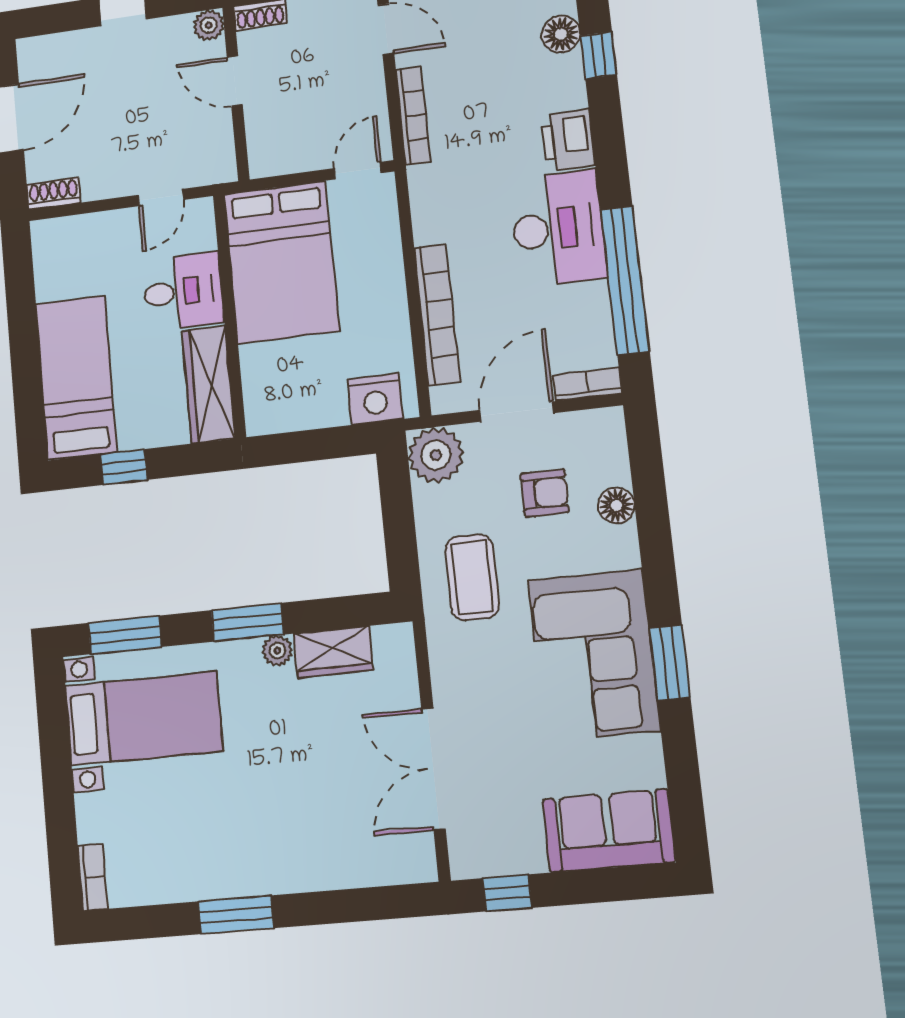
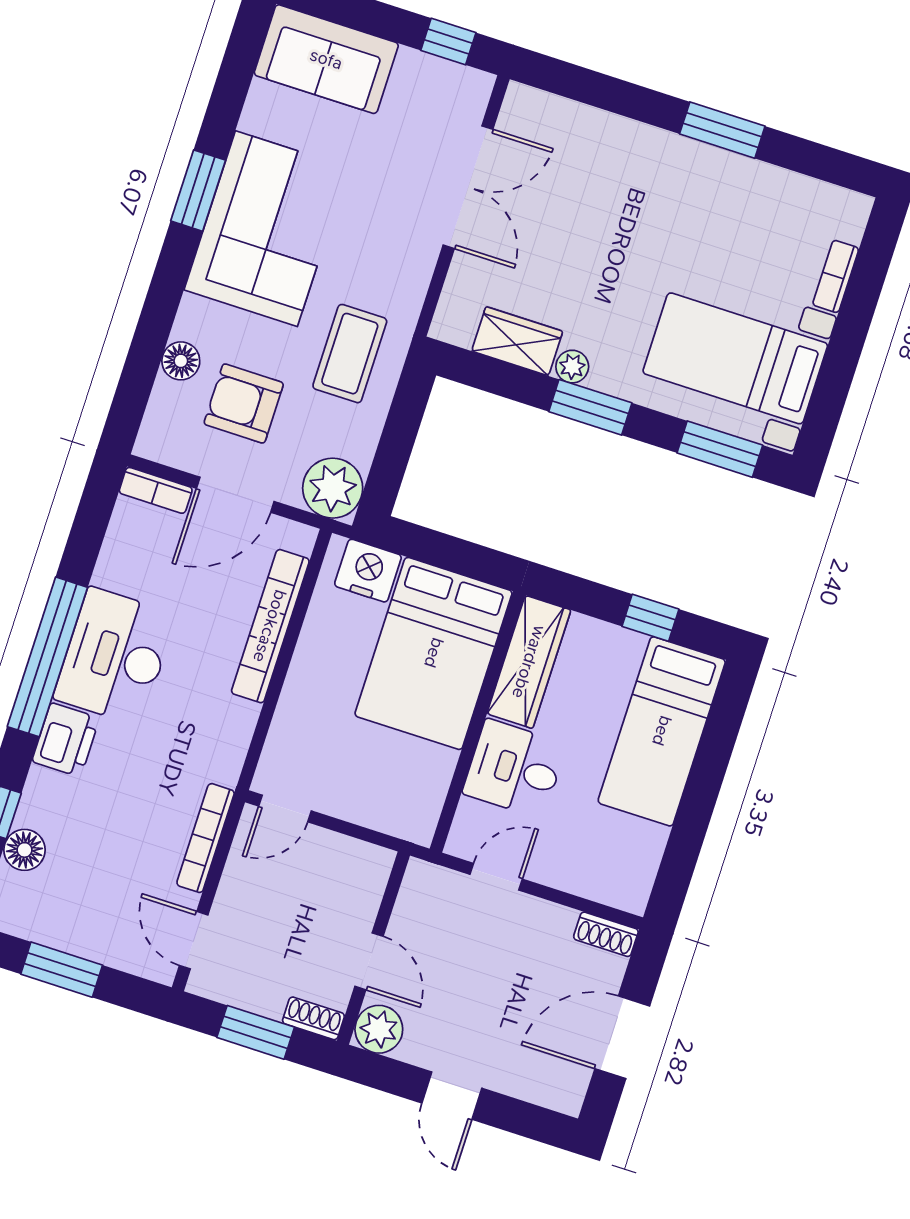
plant: (209, 25) -> (379, 1029), width x1.38, depth x1.38
bed: (281, 262) -> (434, 653), moved, turned 180
window: (625, 280) -> (47, 657), moved
armchair: (545, 493) -> (244, 404), width x1.38, depth x1.38
bookcase: (93, 877) -> (836, 276), moved

